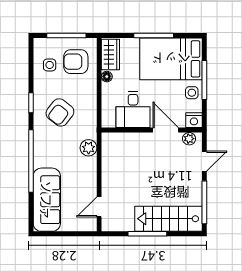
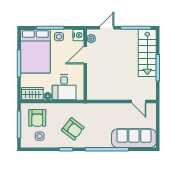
desk: (133, 110) -> (64, 87), moved, turned 90
plant: (89, 148) -> (98, 109), removed
door: (204, 161) -> (107, 28), hinge flipped

